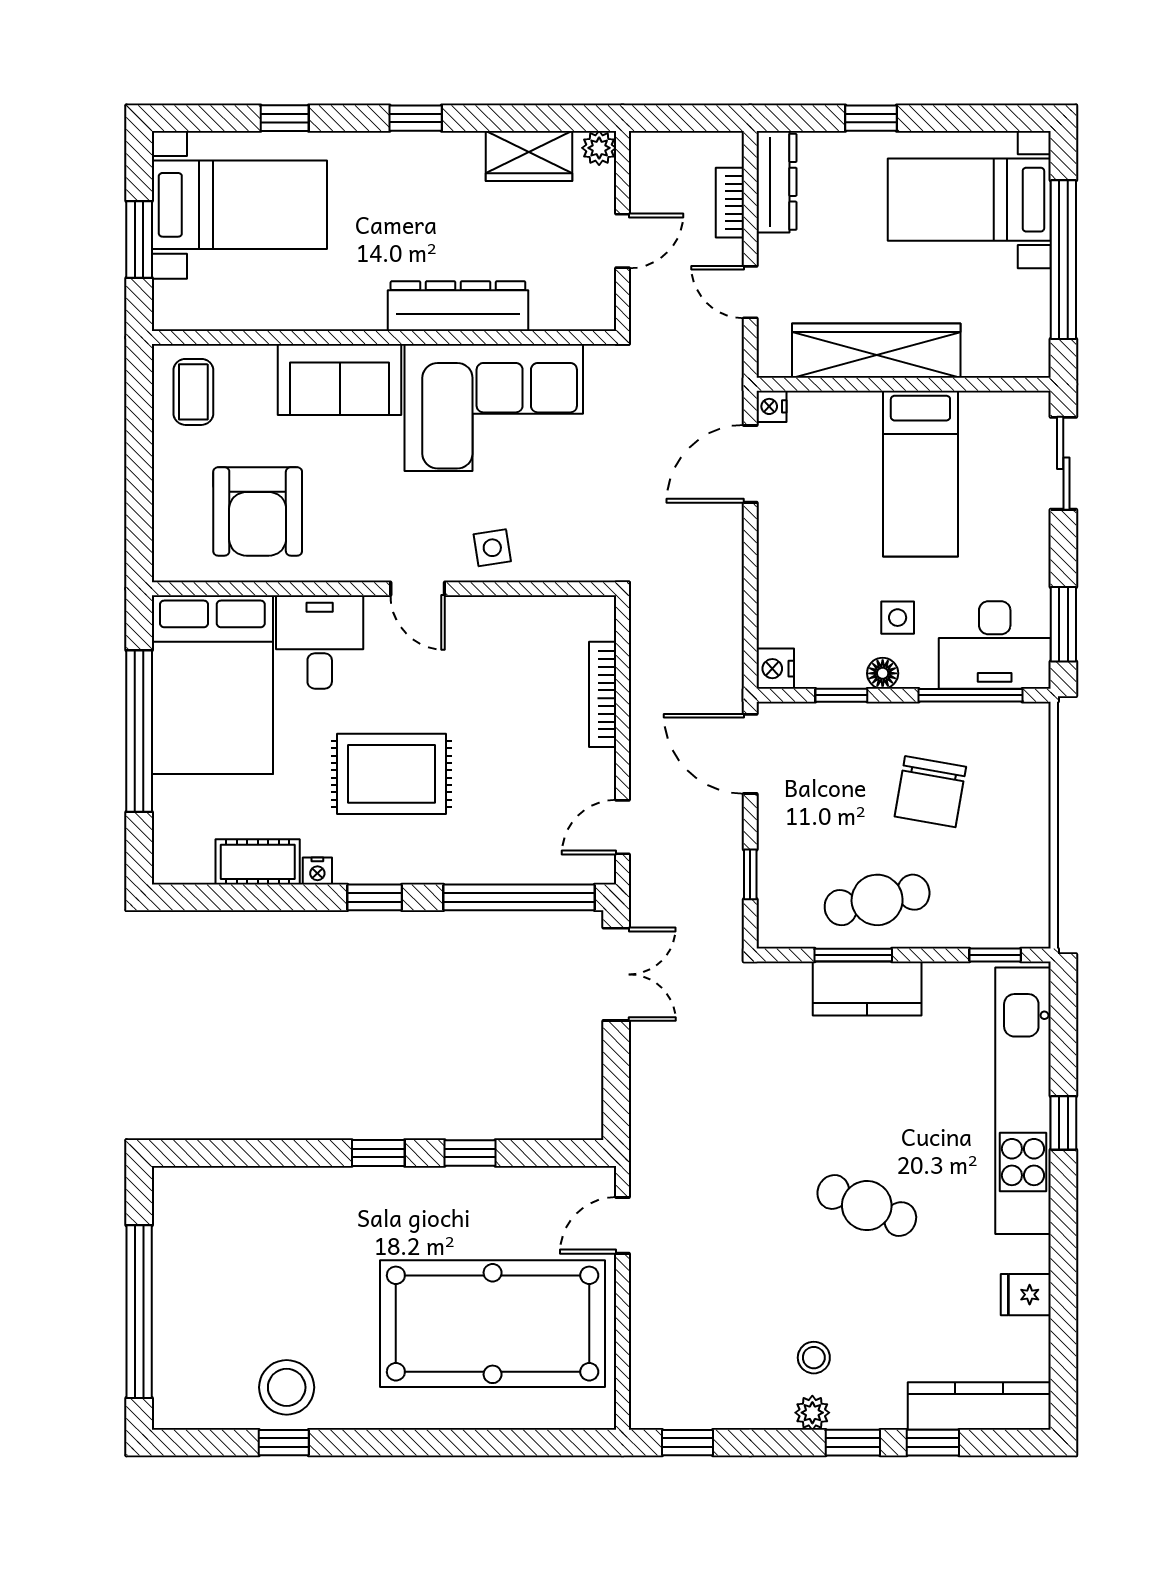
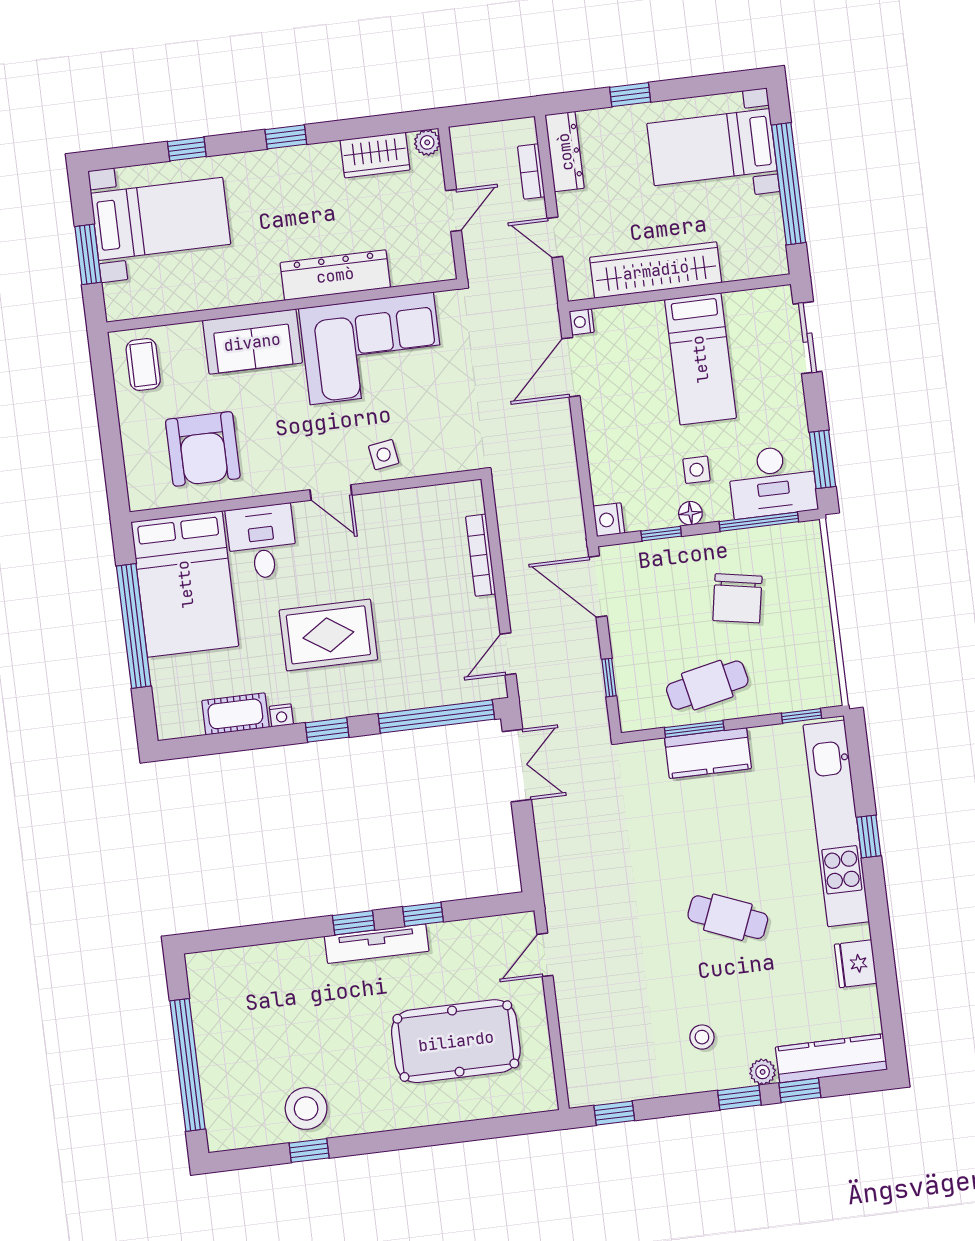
tv unit: (405, 1184) -> (377, 944), added
fridge: (1026, 1295) -> (856, 964), width x1.38
pool table: (493, 1324) -> (456, 1041), width x0.73, depth x0.76
plant: (812, 1413) -> (763, 1072), moved

